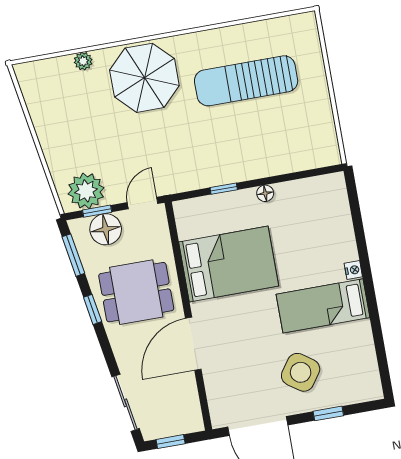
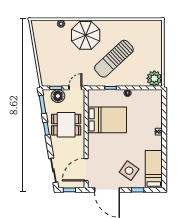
sun lounger: (246, 81) -> (114, 59), moved, turned -43
plant: (86, 191) -> (154, 78), moved
bed: (323, 306) -> (154, 169), moved, turned 90
door: (193, 344) -> (86, 170), moved

